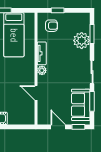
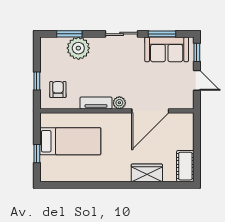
door: (36, 93) -> (150, 111), width x1.87
door: (58, 127) -> (197, 80), swing flipped

